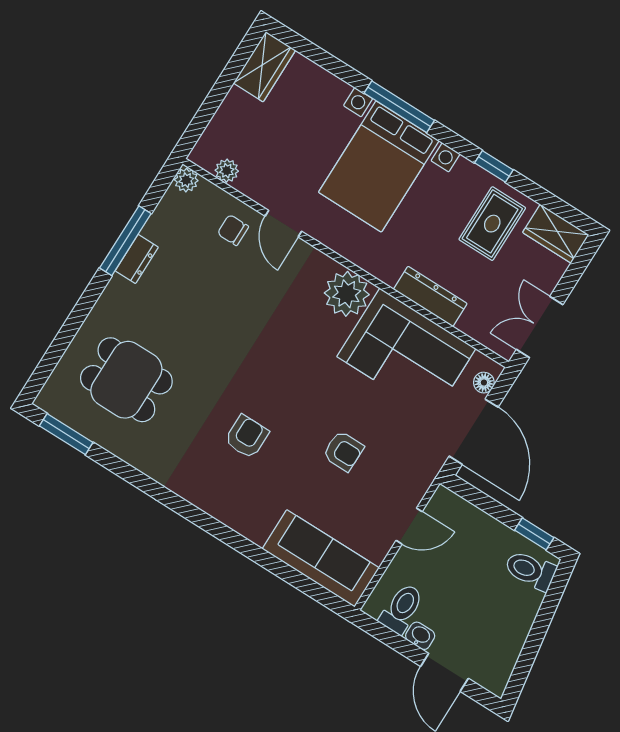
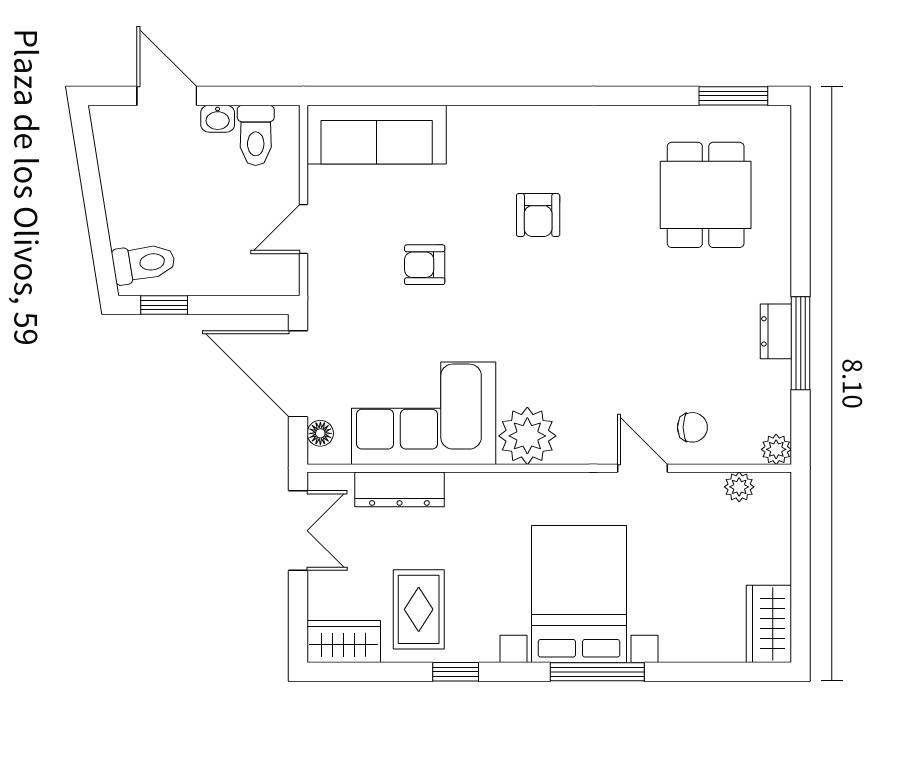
dresser: (430, 296) -> (399, 489), moved
dining table: (126, 380) -> (706, 195), turned 90

